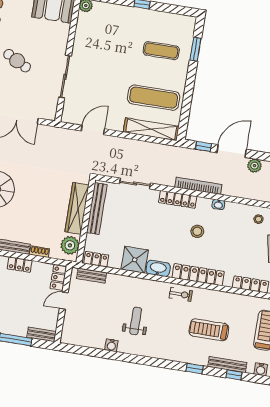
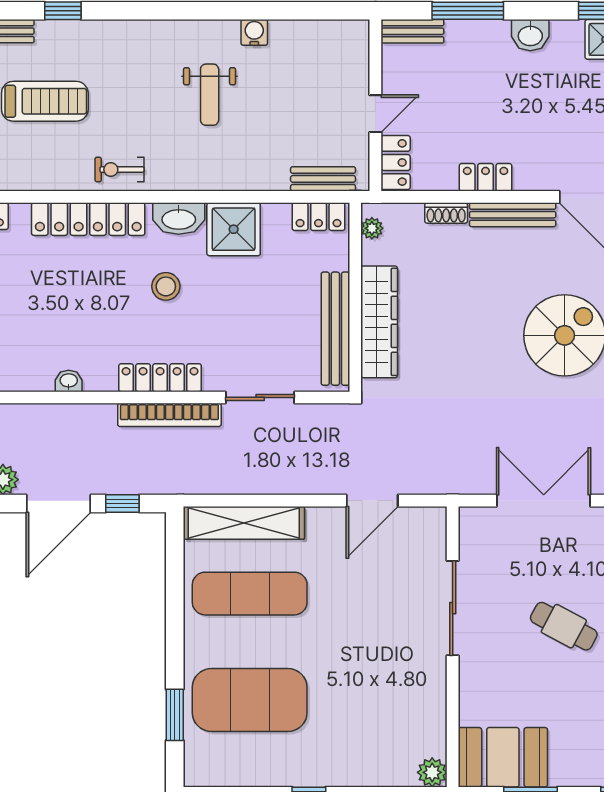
exercise mat: (161, 51) -> (250, 700), width x2.00, depth x1.45
bookcase: (198, 186) -> (169, 415), moved
stool: (197, 231) -> (166, 286), moved
plant: (70, 245) -> (372, 228), width x0.53, depth x0.53

